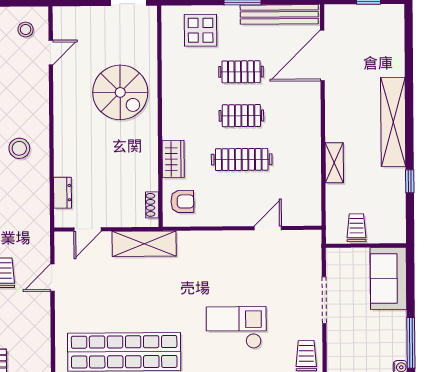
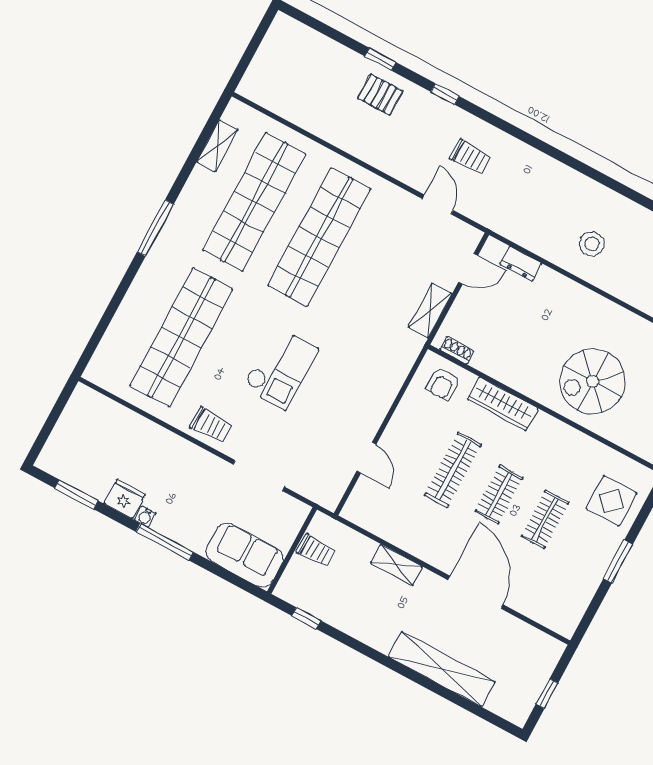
bench: (279, 14) -> (583, 592), removed
door: (322, 55) -> (475, 592), moved
shelving: (393, 122) -> (442, 669), moved
wardrobe: (173, 159) -> (503, 404), width x1.50
window: (410, 181) -> (306, 618), moved
door: (88, 229) -> (468, 269), swing flipped
shelving: (144, 244) -> (430, 310), width x0.67, depth x0.75

